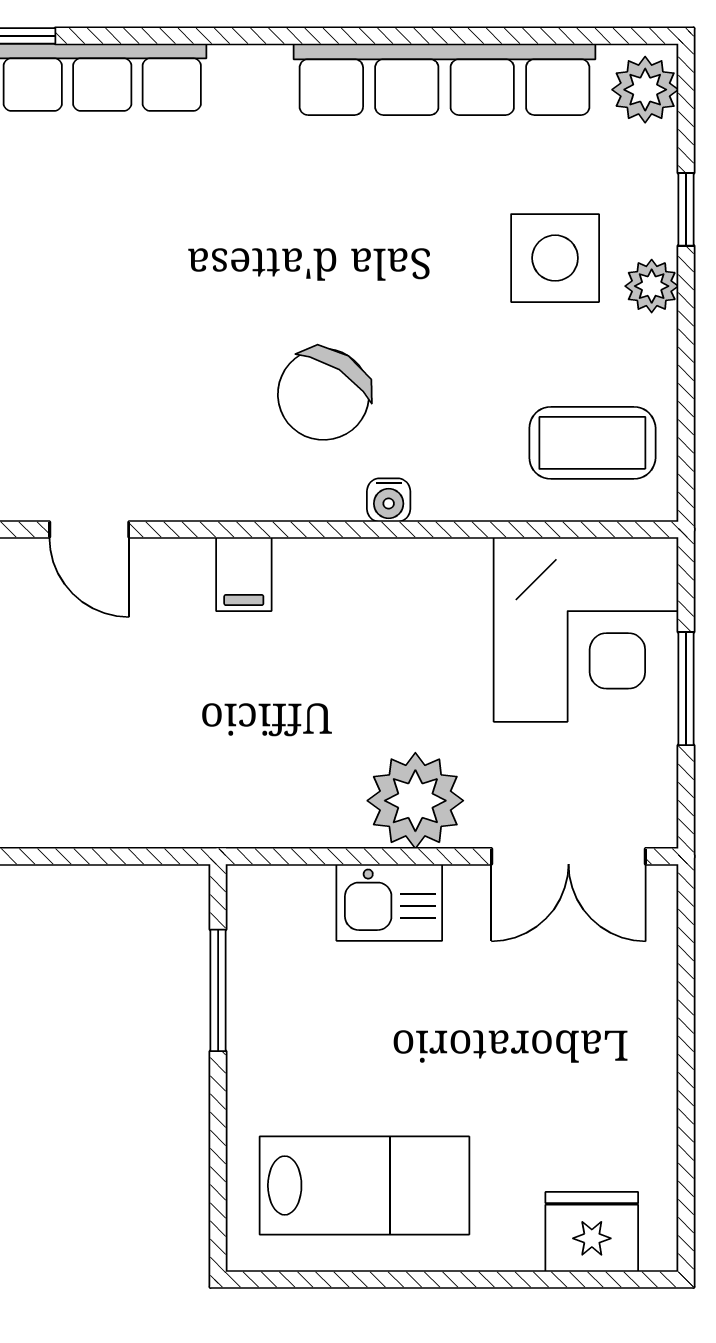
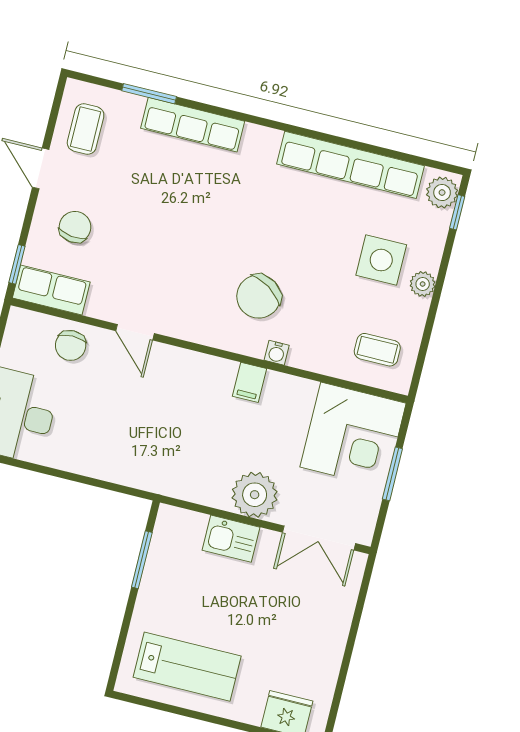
window: (686, 209) -> (457, 212), moved
coffee table: (592, 443) -> (377, 350), width x0.73, depth x0.77
filing cabinet: (244, 574) -> (250, 382), moved

